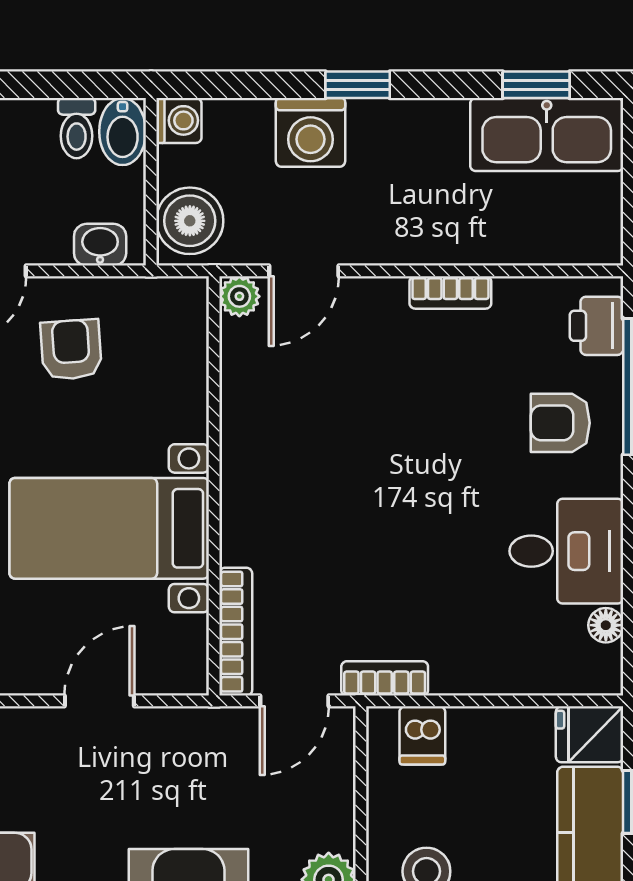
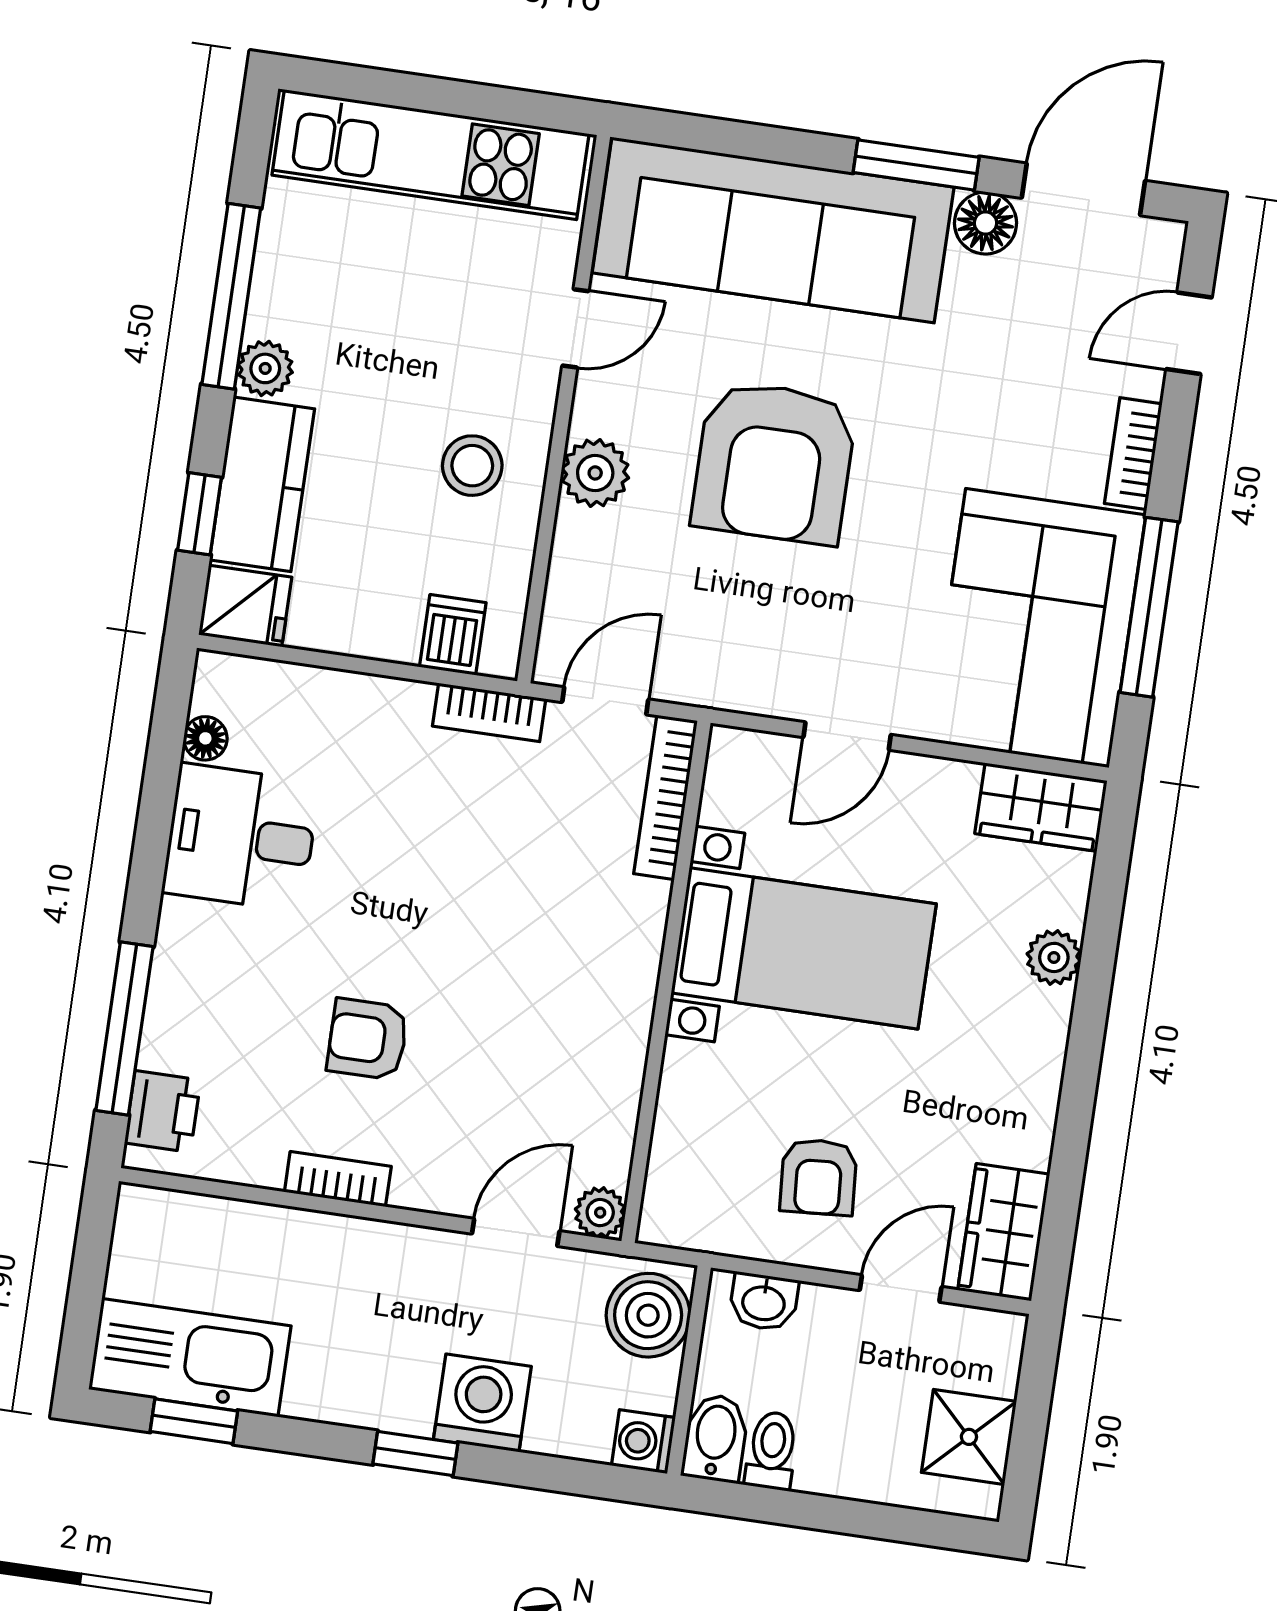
armchair: (560, 423) -> (368, 1039), moved, turned 180

